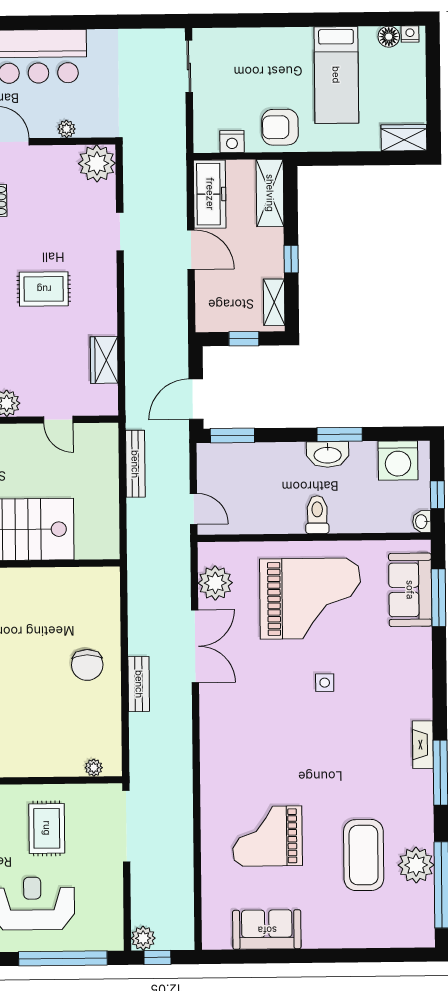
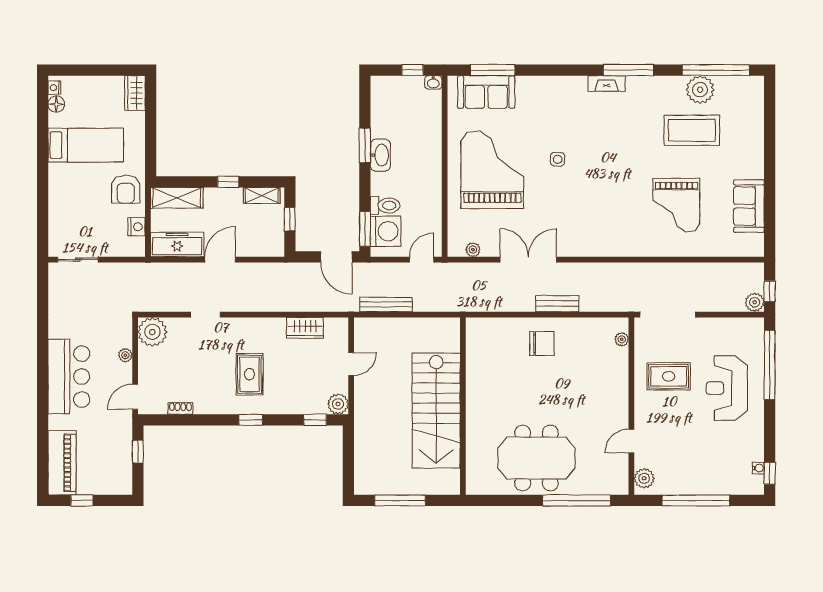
washing machine: (398, 460) -> (386, 231), moved
toilet: (317, 515) -> (385, 205), moved, turned 180
plant: (215, 583) -> (473, 250), width x0.53, depth x0.53

